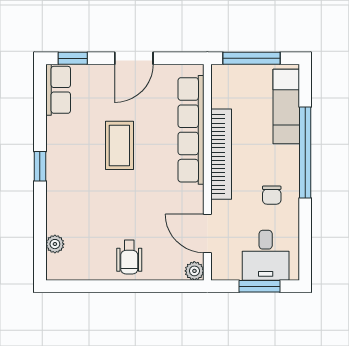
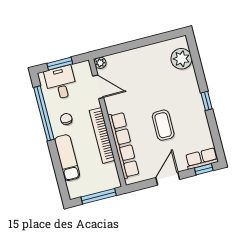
row of seats: (58, 90) -> (202, 158), moved, turned 90
exam couch: (286, 106) -> (67, 158), moved
window: (305, 152) -> (44, 113), moved
plant: (55, 244) -> (181, 59), width x1.87, depth x1.87
wheelchair: (129, 257) -> (141, 61), removed

